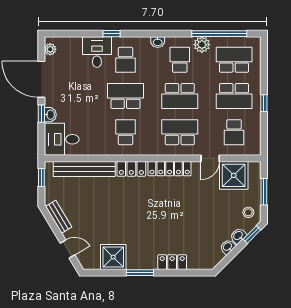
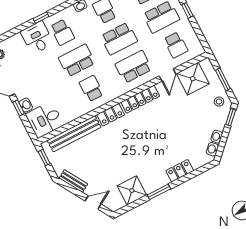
washbasin: (238, 236) -> (212, 149), moved

